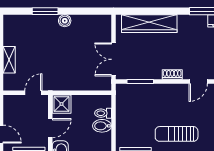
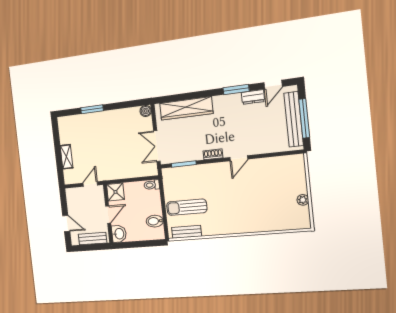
boiler: (65, 21) -> (146, 111), moved
toilet: (103, 113) -> (152, 185), moved
bidet: (102, 126) -> (155, 221), moved
sun lounger: (177, 134) -> (187, 207), moved

